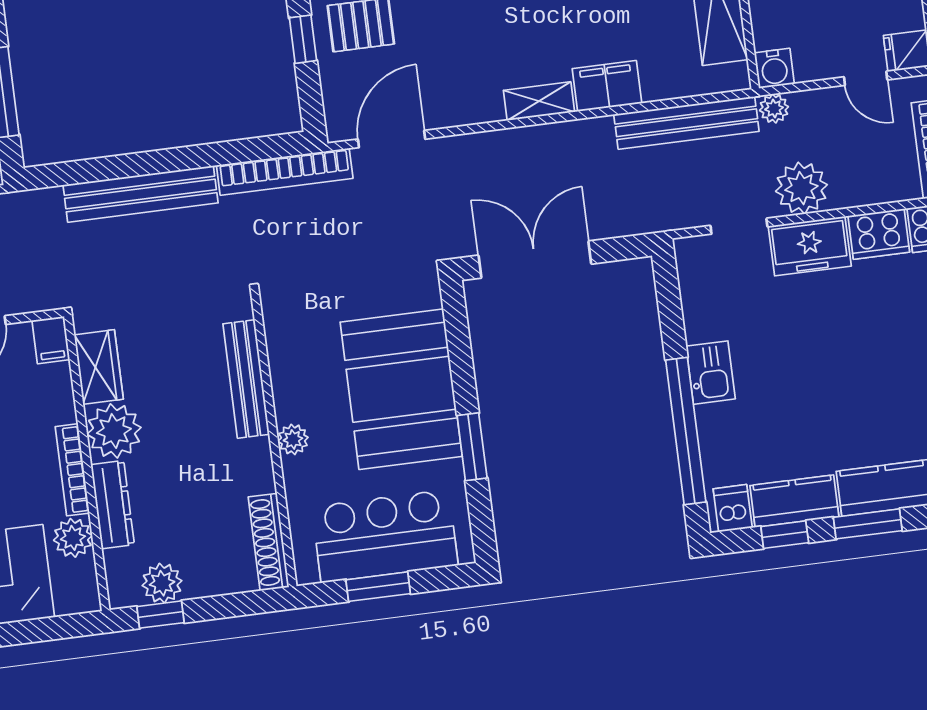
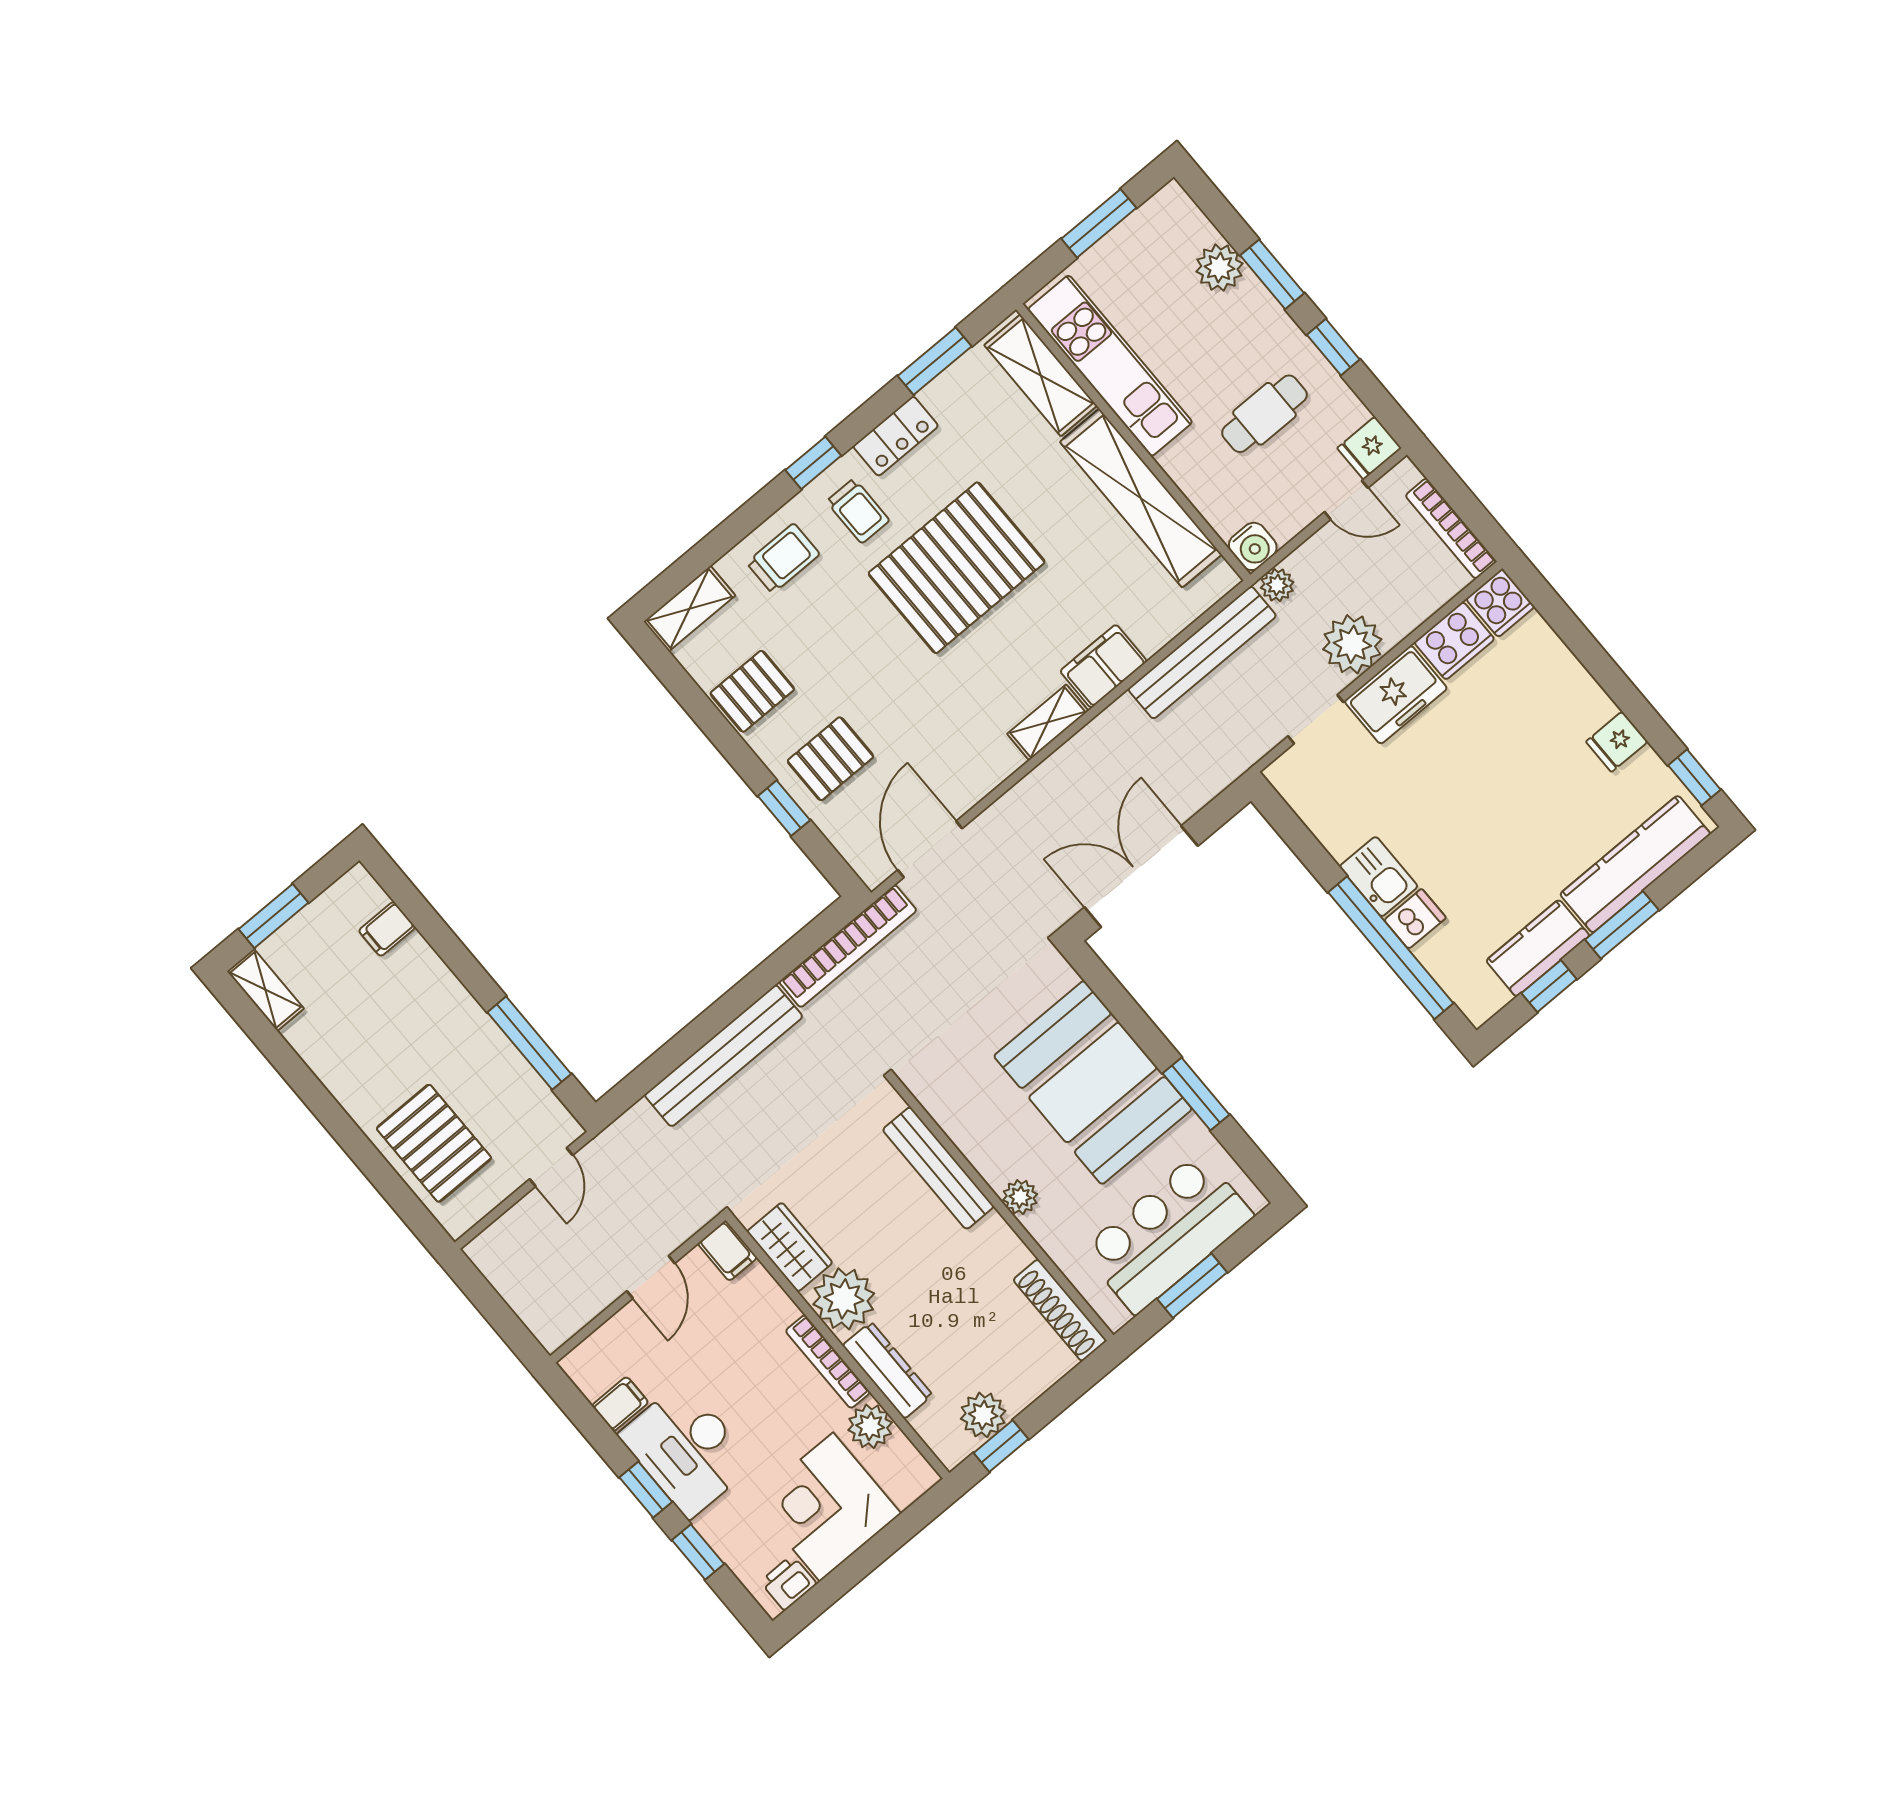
dishwasher: (733, 508) -> (1415, 919), moved, turned 90

